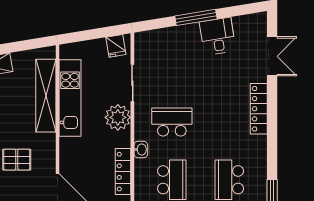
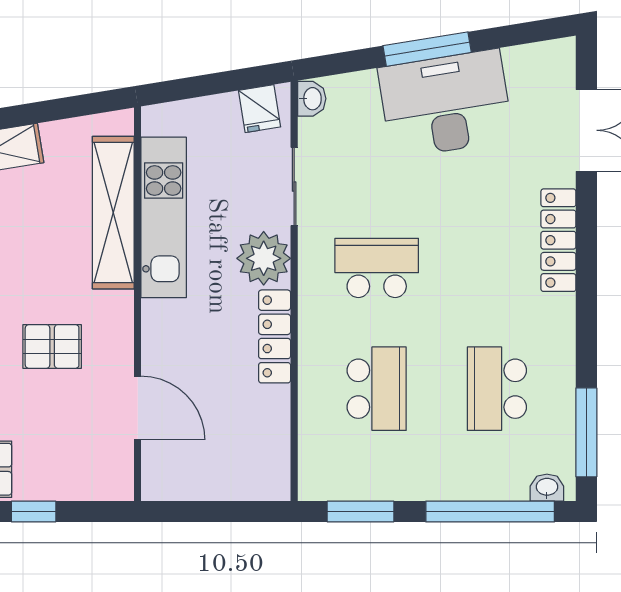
desk: (218, 36) -> (446, 104), width x1.87, depth x1.30
washbasin: (141, 149) -> (312, 99), moved
locker: (123, 172) -> (275, 336), moved

